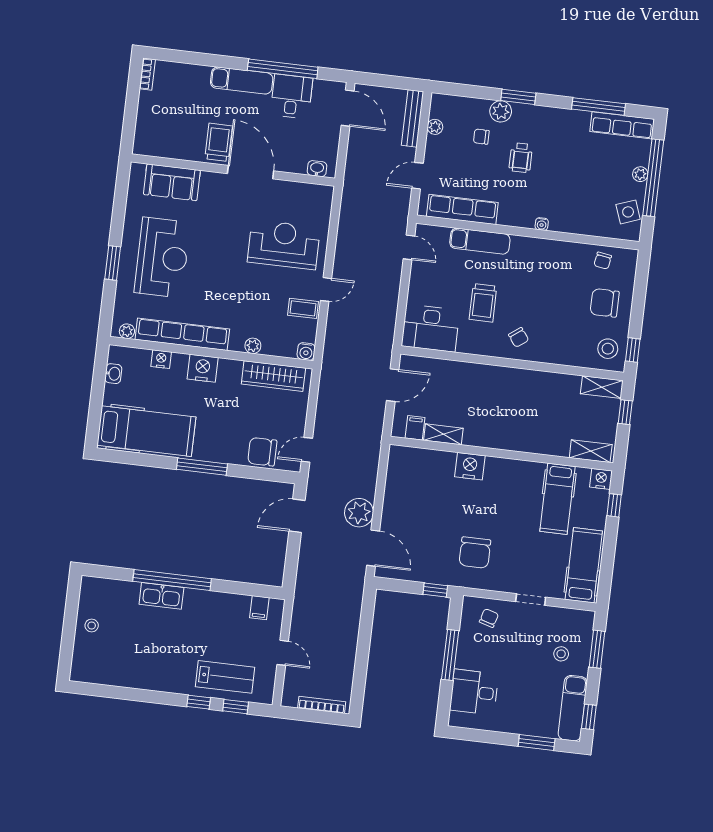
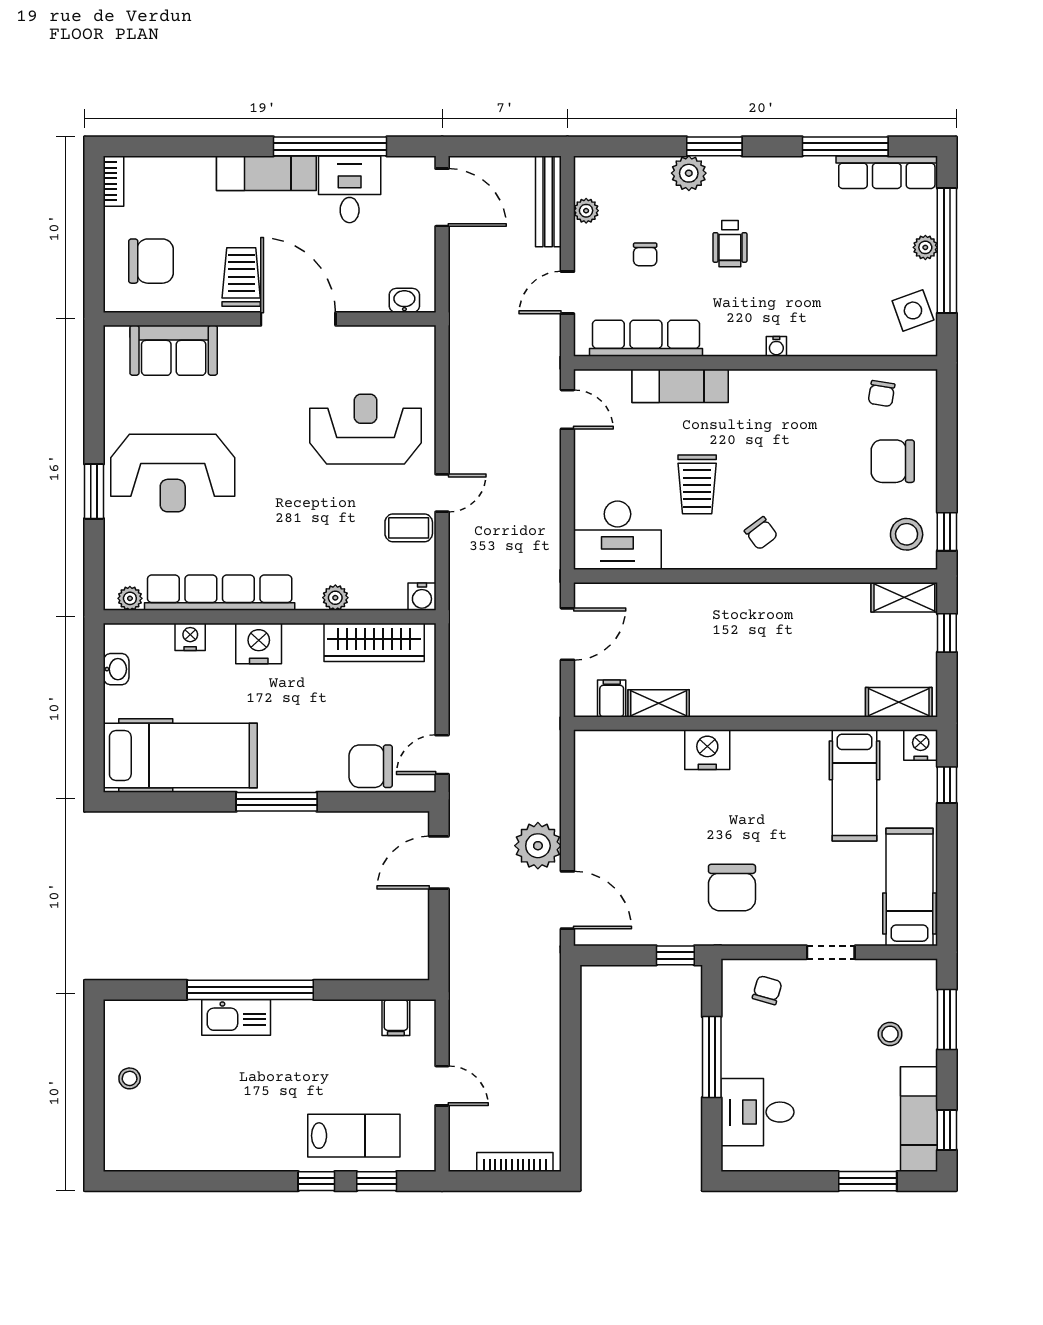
chair: (165, 126) -> (151, 261), added
chair: (481, 137) -> (645, 254), moved, turned -90
reception desk: (162, 257) -> (173, 473), turned 90

